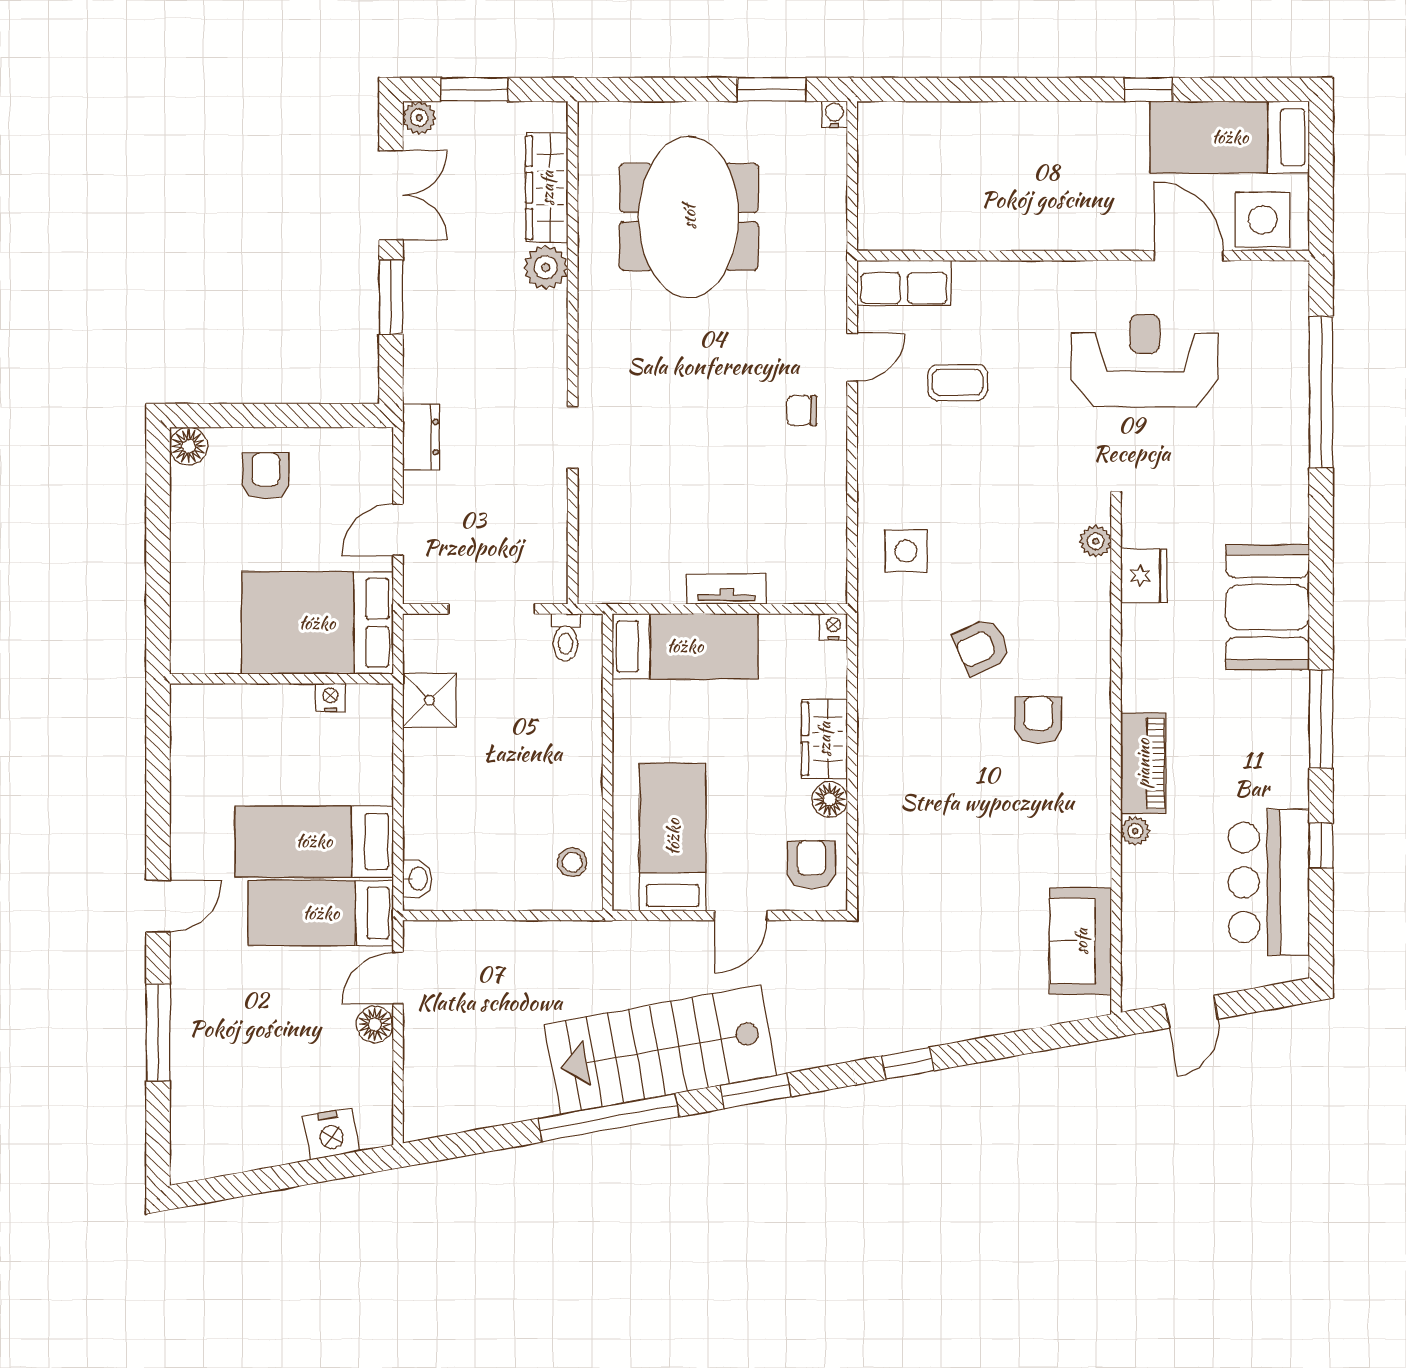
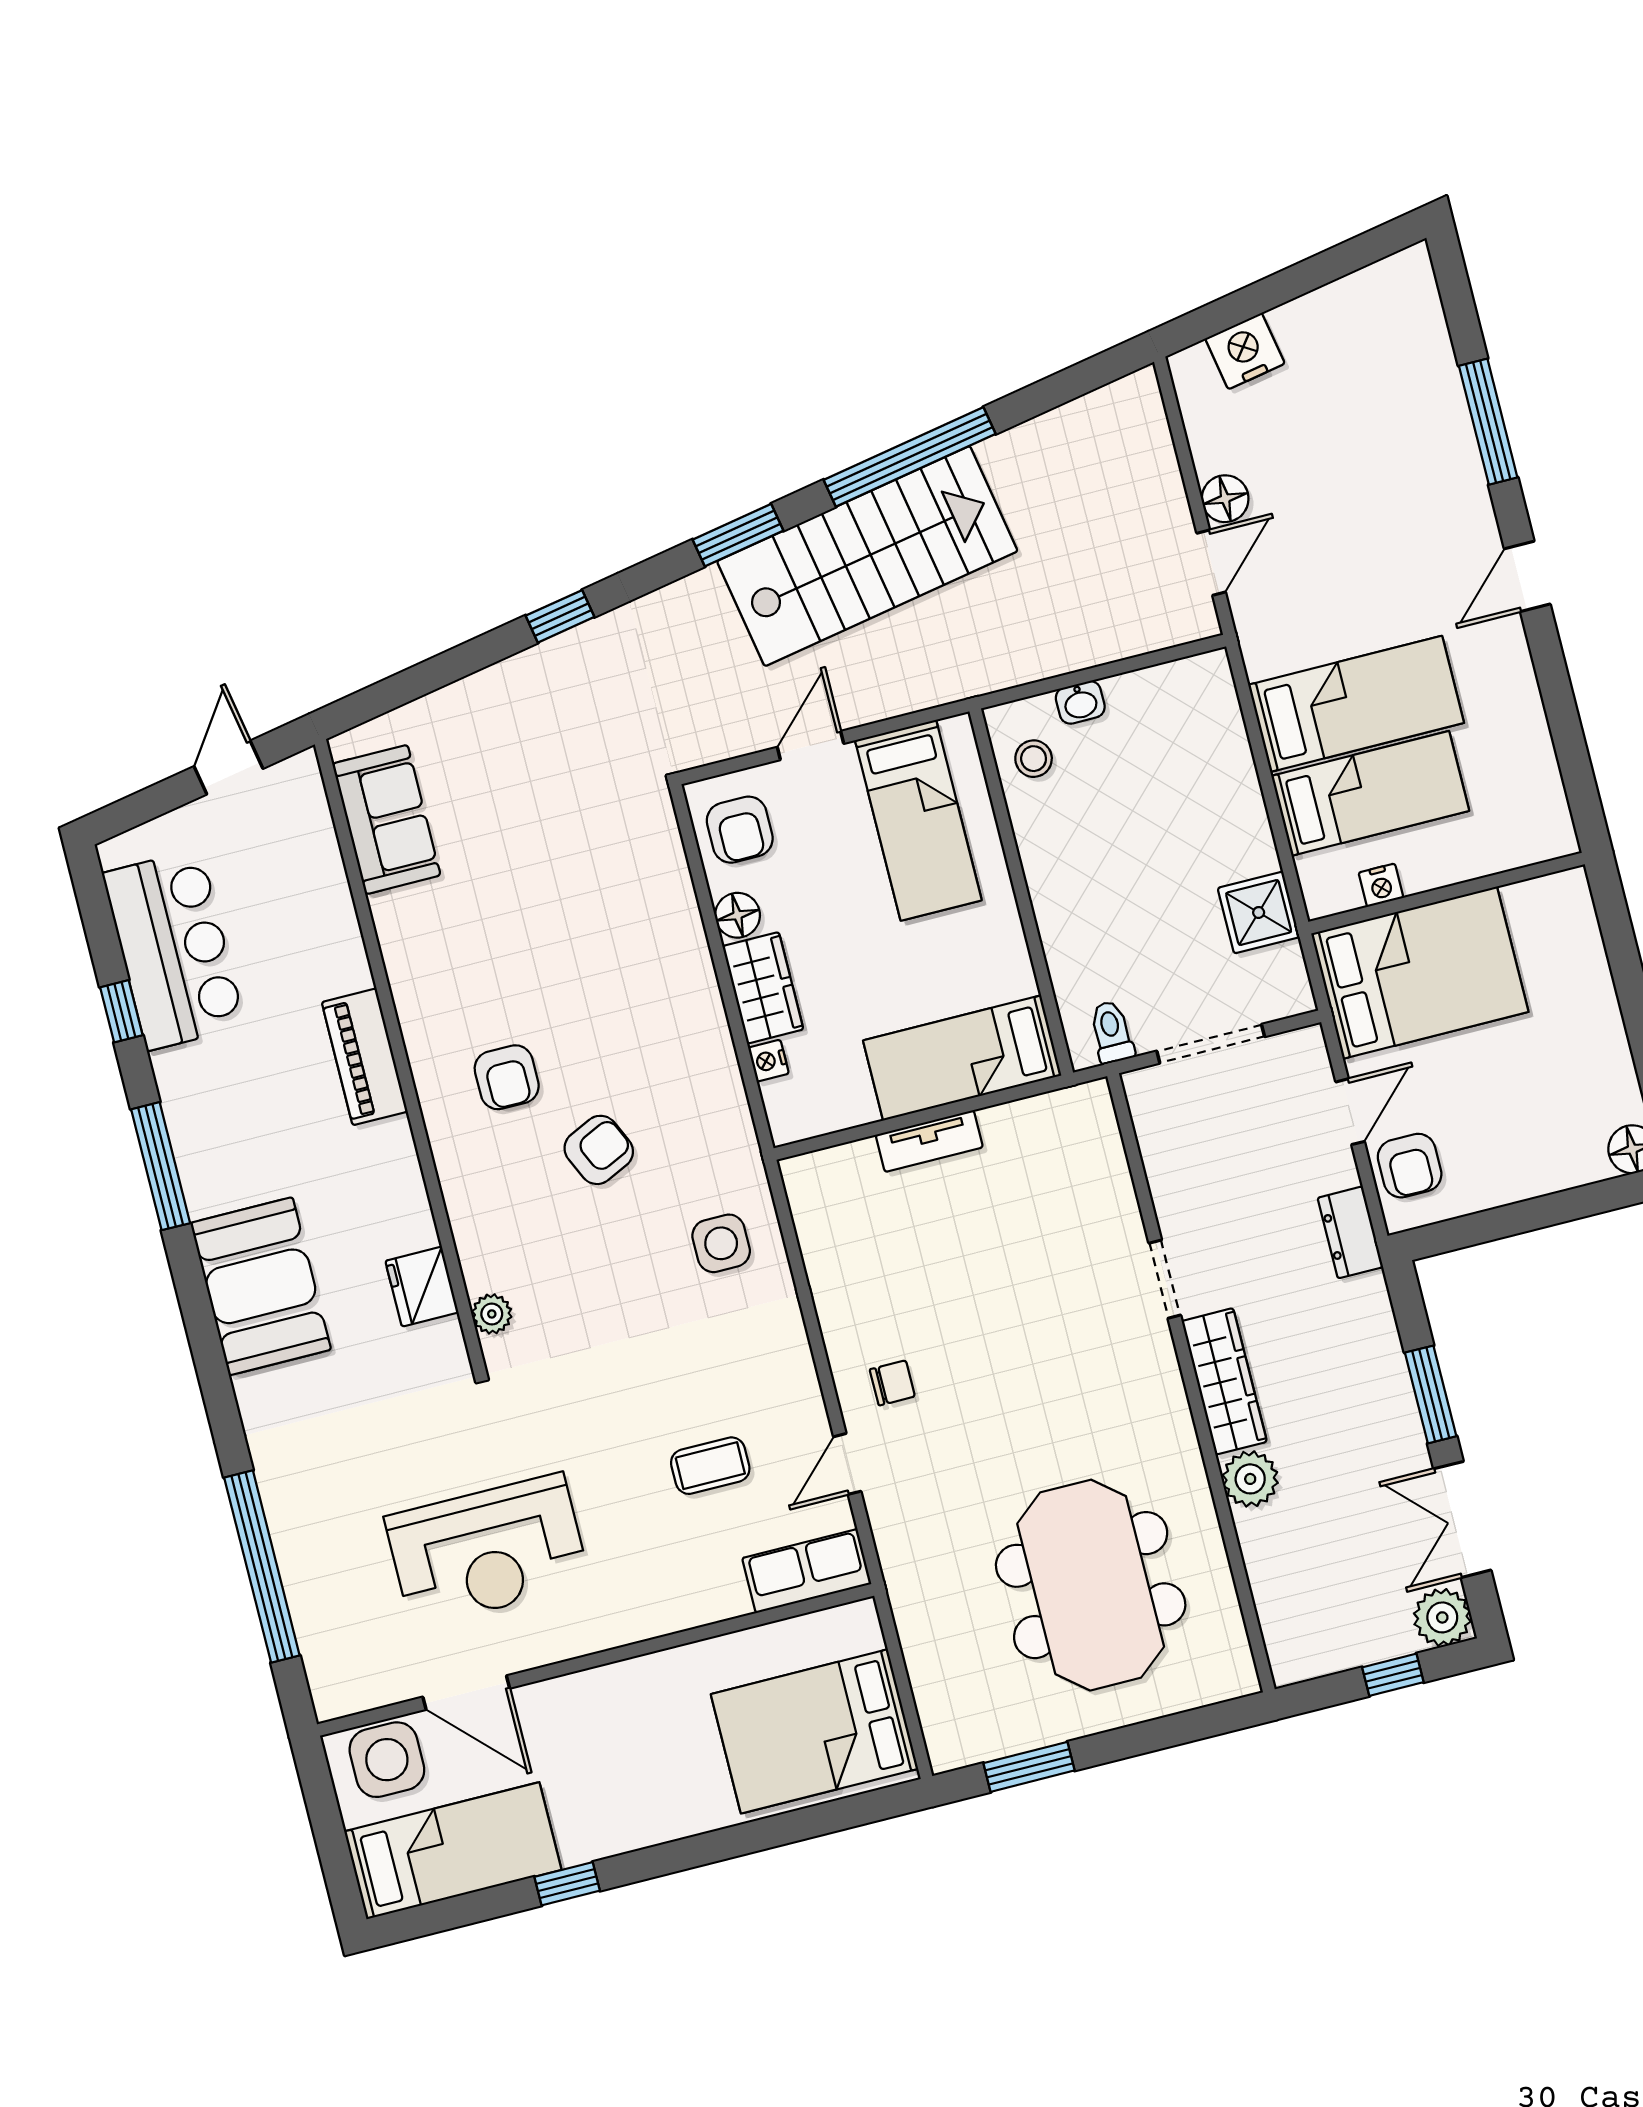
window: (474, 89) -> (1393, 1675), width x0.67
water cooler: (834, 114) -> (944, 1756), removed
plant: (419, 118) -> (1442, 1617), width x1.38, depth x1.38
bed: (929, 158) -> (814, 1731), added
wardrobe: (547, 188) -> (1224, 1381), moved
armchair: (266, 476) -> (1410, 1166), moved
nightstand: (833, 627) -> (768, 1061), moved, turned 90
plant: (1135, 831) -> (353, 971), removed
washbasin: (417, 879) -> (1080, 702), moved, turned -90
bed: (321, 913) -> (1370, 793), moved

